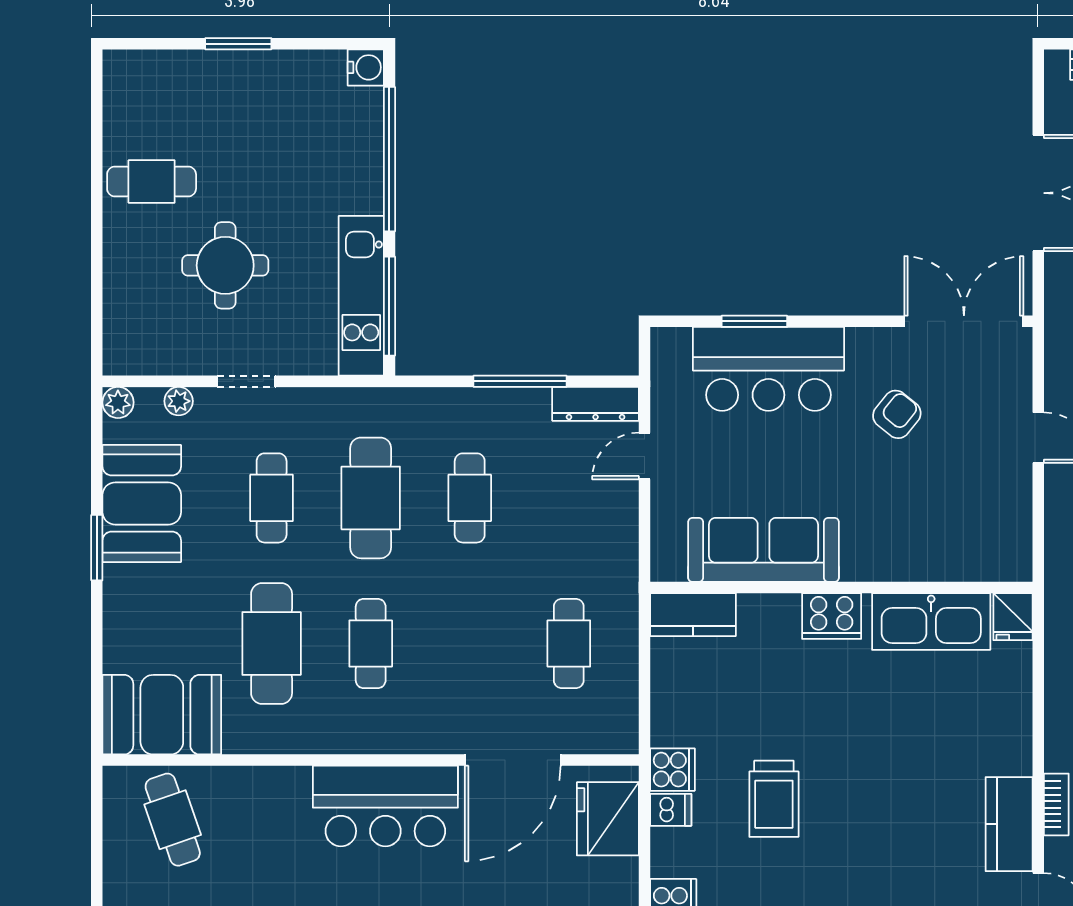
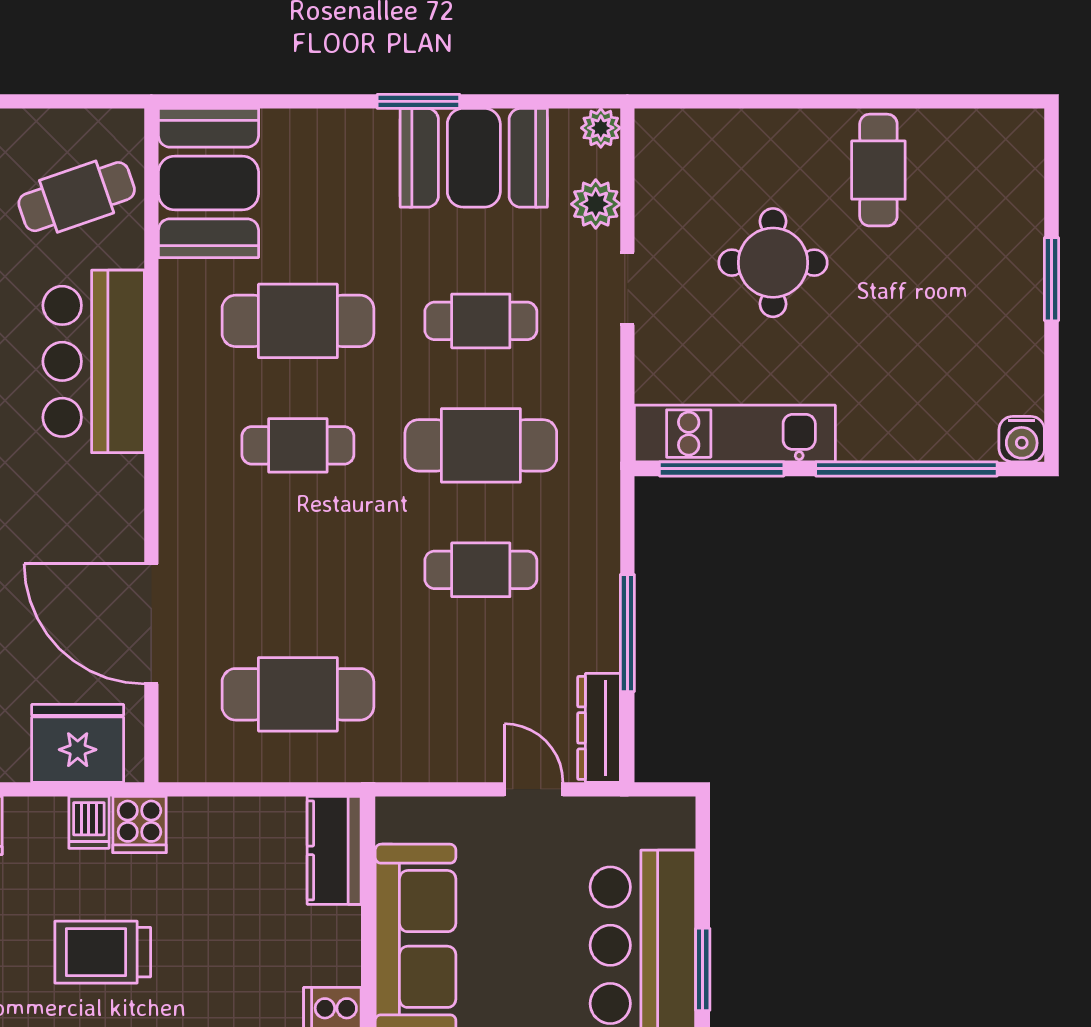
window: (754, 321) -> (703, 969), moved
plant: (179, 401) -> (596, 204), width x1.38, depth x1.38
cafe table: (569, 643) -> (298, 694), width x1.37, depth x1.35
bar counter: (385, 806) -> (94, 361), moved

